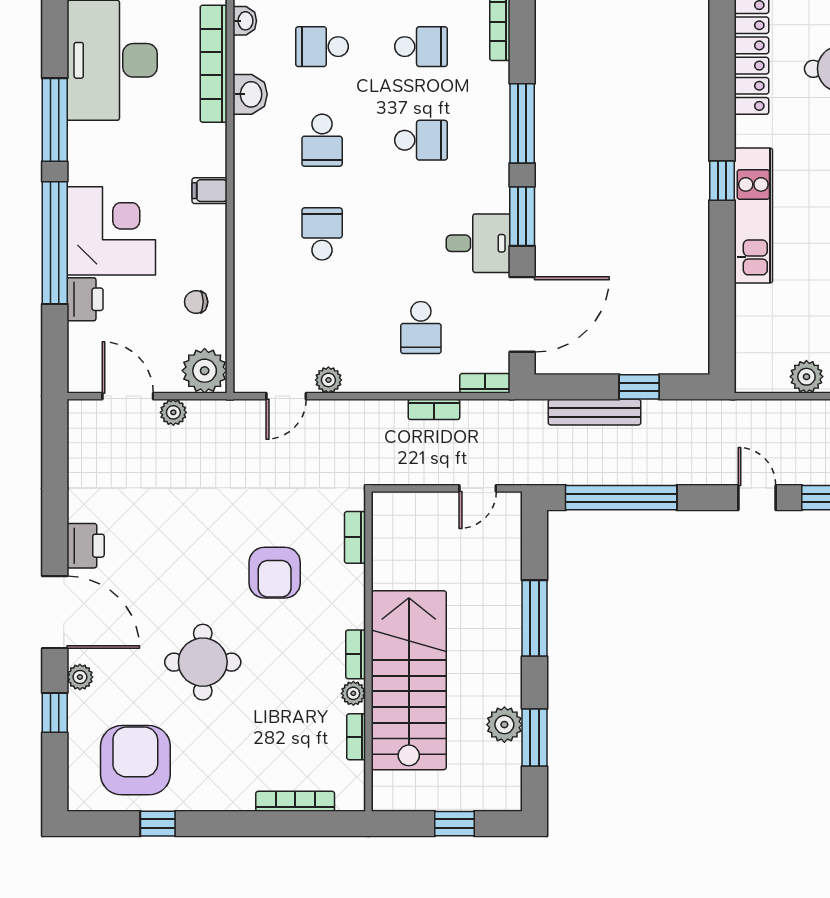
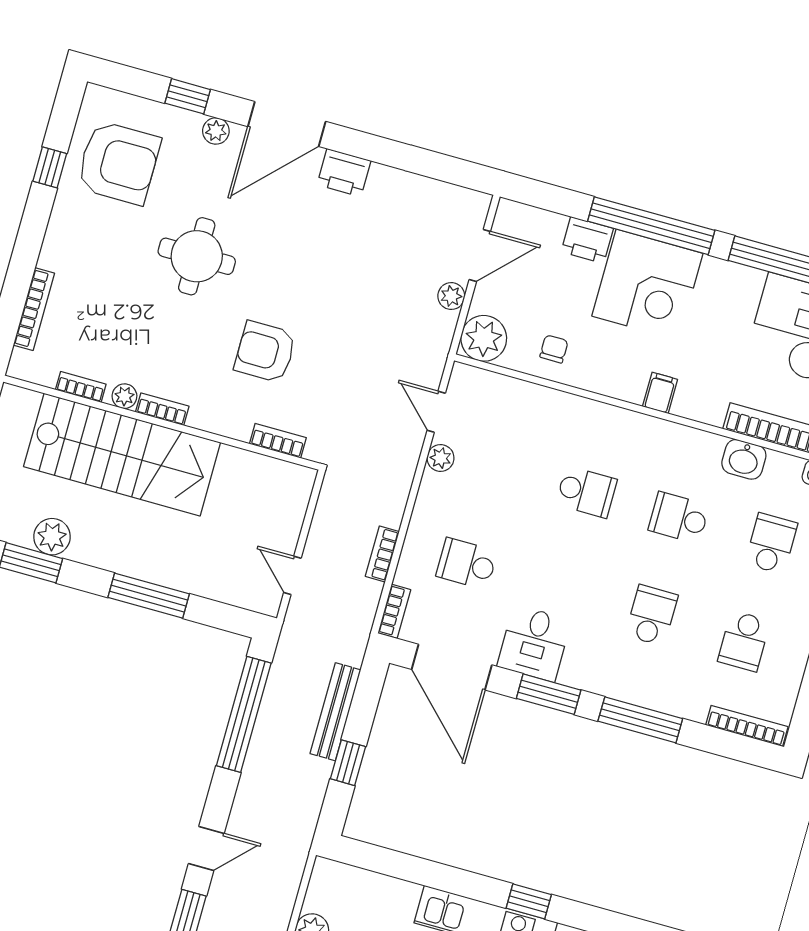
school desk: (421, 140) -> (652, 615), turned 180

